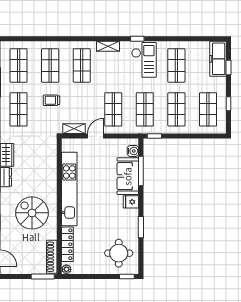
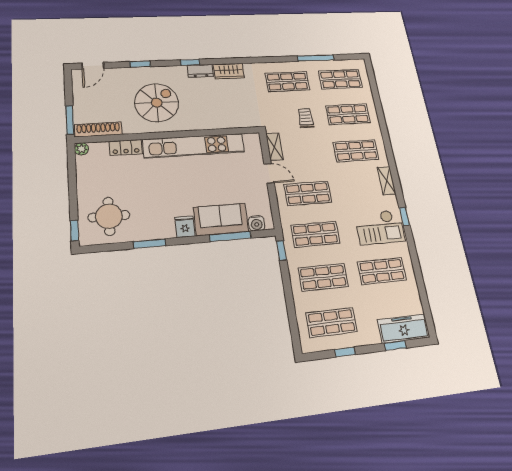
locker: (67, 244) -> (126, 147), width x0.66

